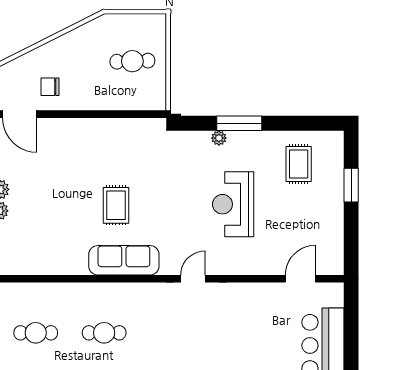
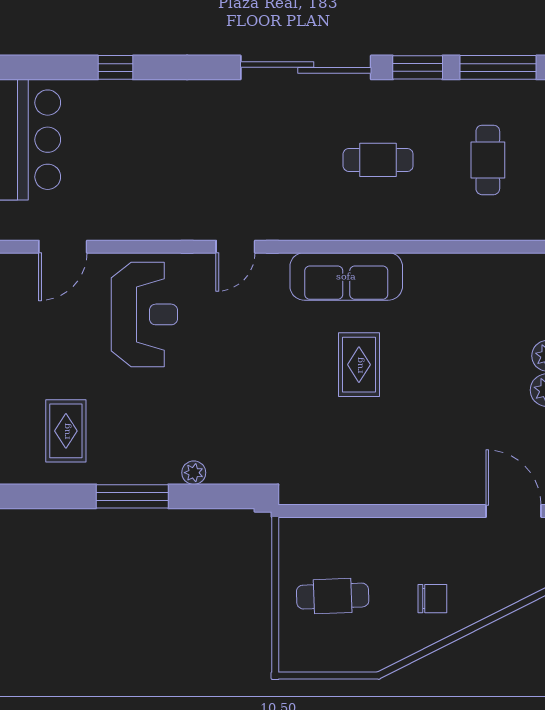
chair: (50, 87) -> (432, 599), moved
window: (239, 123) -> (132, 496), moved
reception desk: (233, 204) -> (144, 314), moved
cafe table: (36, 333) -> (488, 160), turned 90

